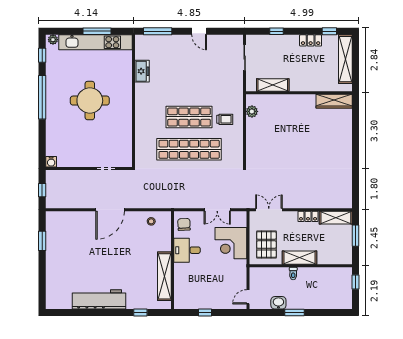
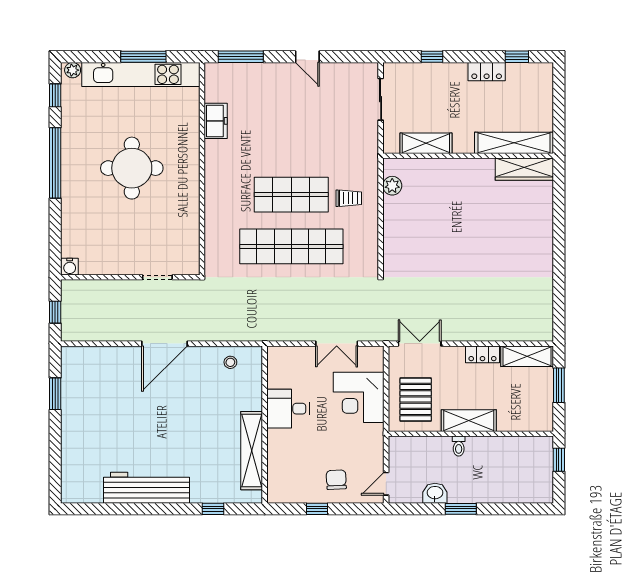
shelving: (345, 59) -> (514, 143), moved, turned 90
chair: (184, 224) -> (336, 480), moved

